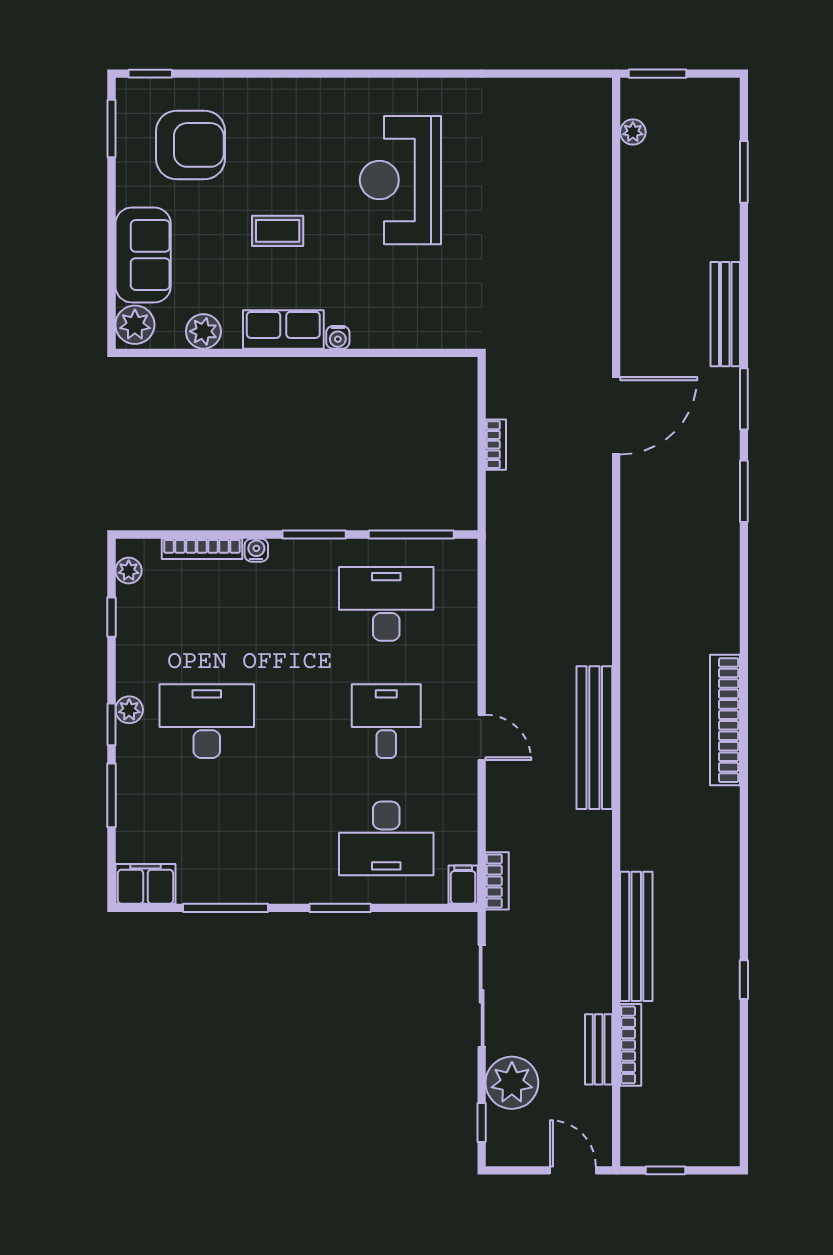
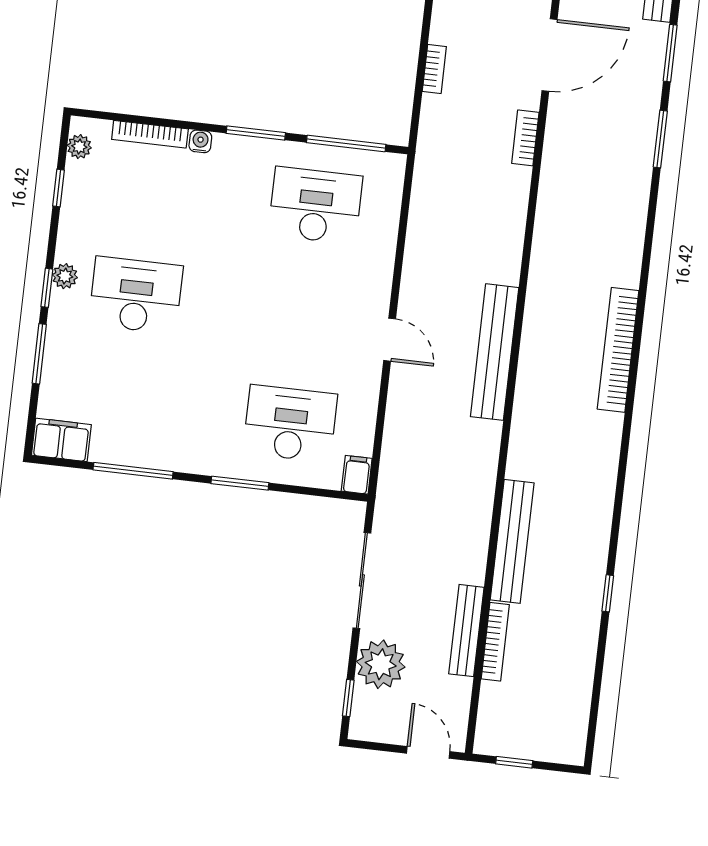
desk: (386, 721) -> (303, 314), removed
desk: (386, 838) -> (290, 424), turned 180
bookcase: (497, 881) -> (525, 138), moved, turned 180
bench: (599, 1049) -> (466, 631), width x1.36

